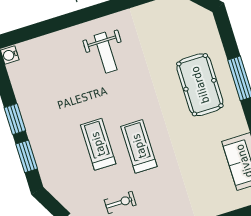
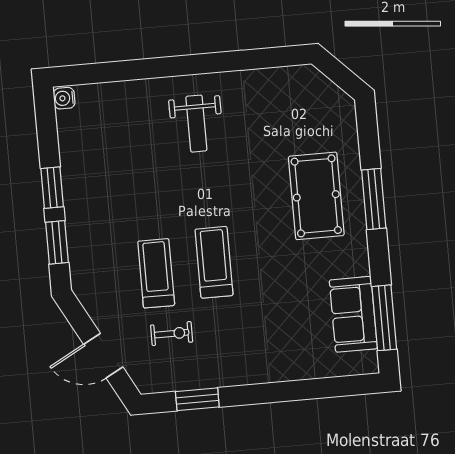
treadmill: (98, 144) -> (156, 273), moved

